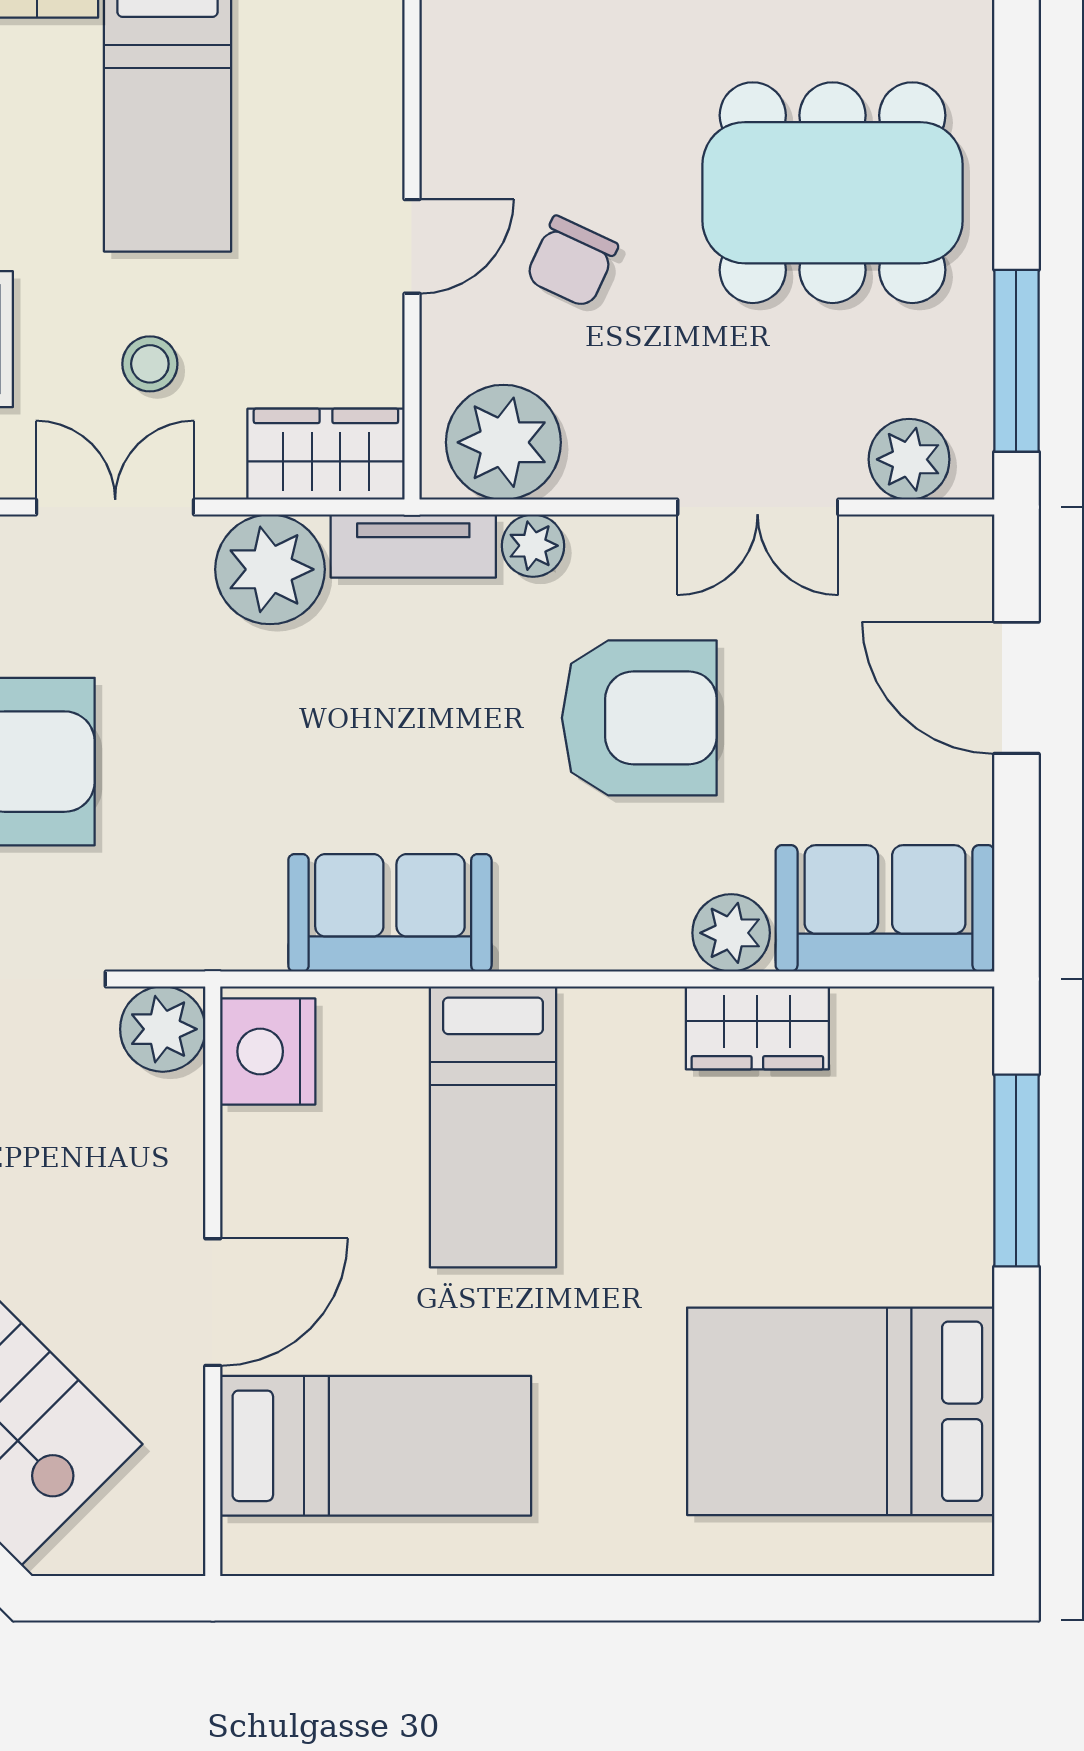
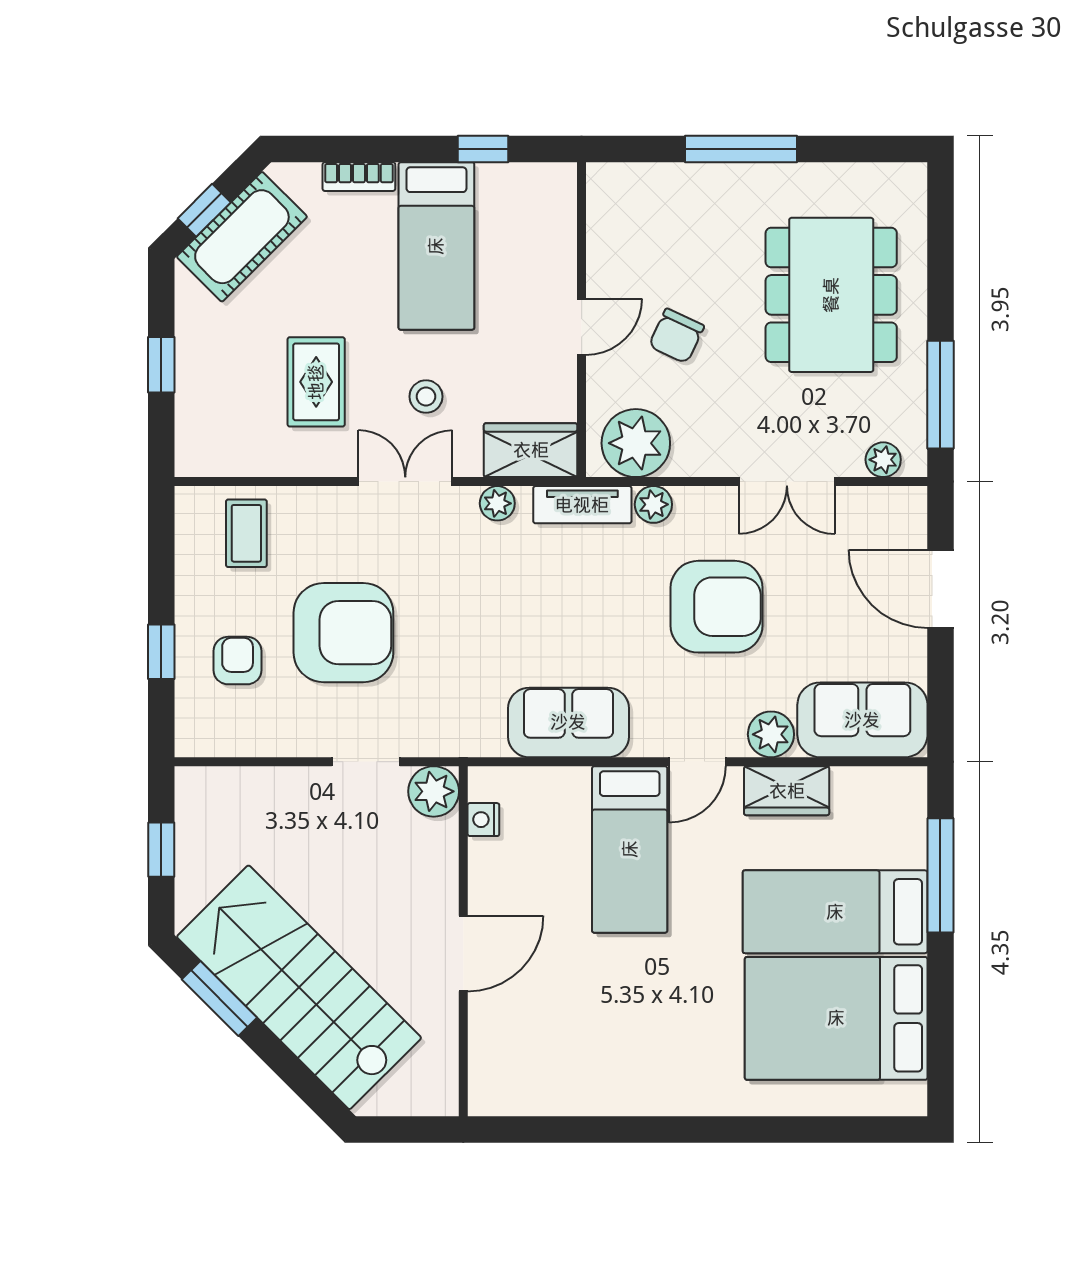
dining table: (833, 193) -> (831, 295), turned 90
plant: (909, 459) -> (883, 460), width x0.73, depth x0.73
plant: (270, 569) -> (497, 503), width x0.53, depth x0.53
door: (607, 979) -> (697, 762), added
nightstand: (268, 1051) -> (483, 820), width x0.53, depth x0.56
bed: (376, 1446) -> (835, 912), moved, turned 180

